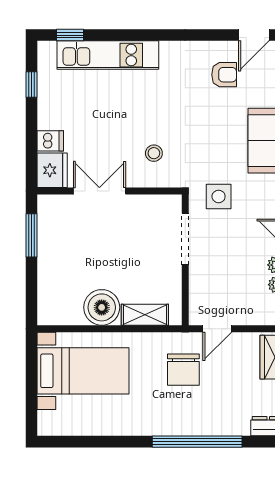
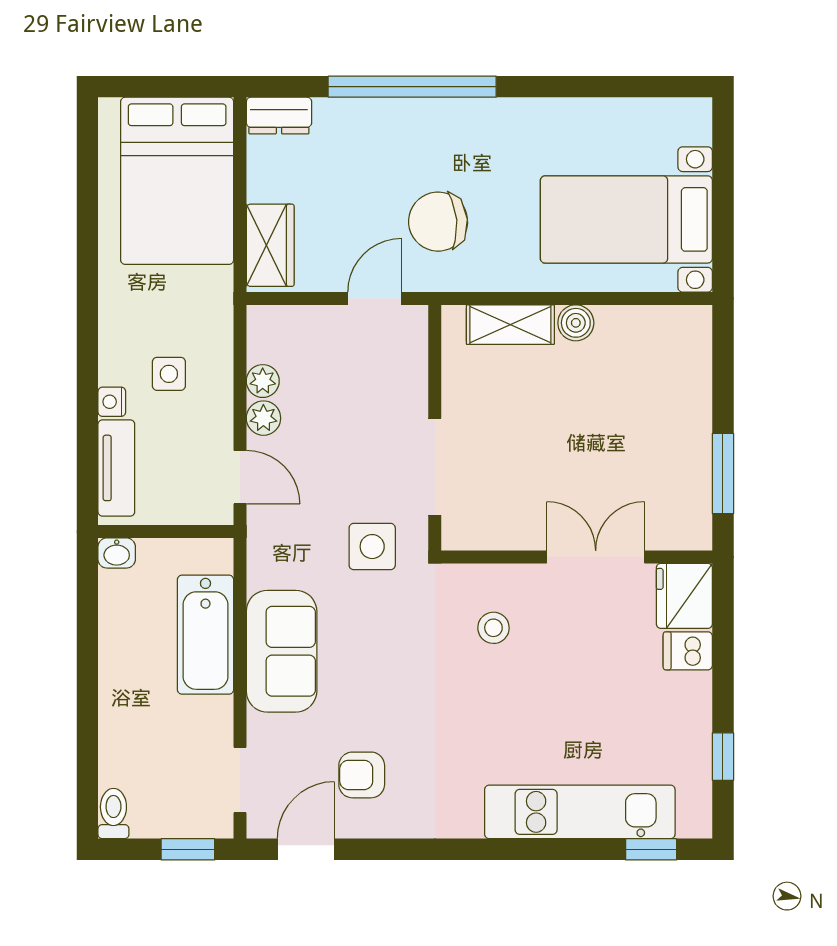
double door: (99, 191) -> (596, 557), swing flipped
boiler: (102, 307) -> (576, 323), width x0.54, depth x0.54
chair: (183, 370) -> (438, 222), turned -95

